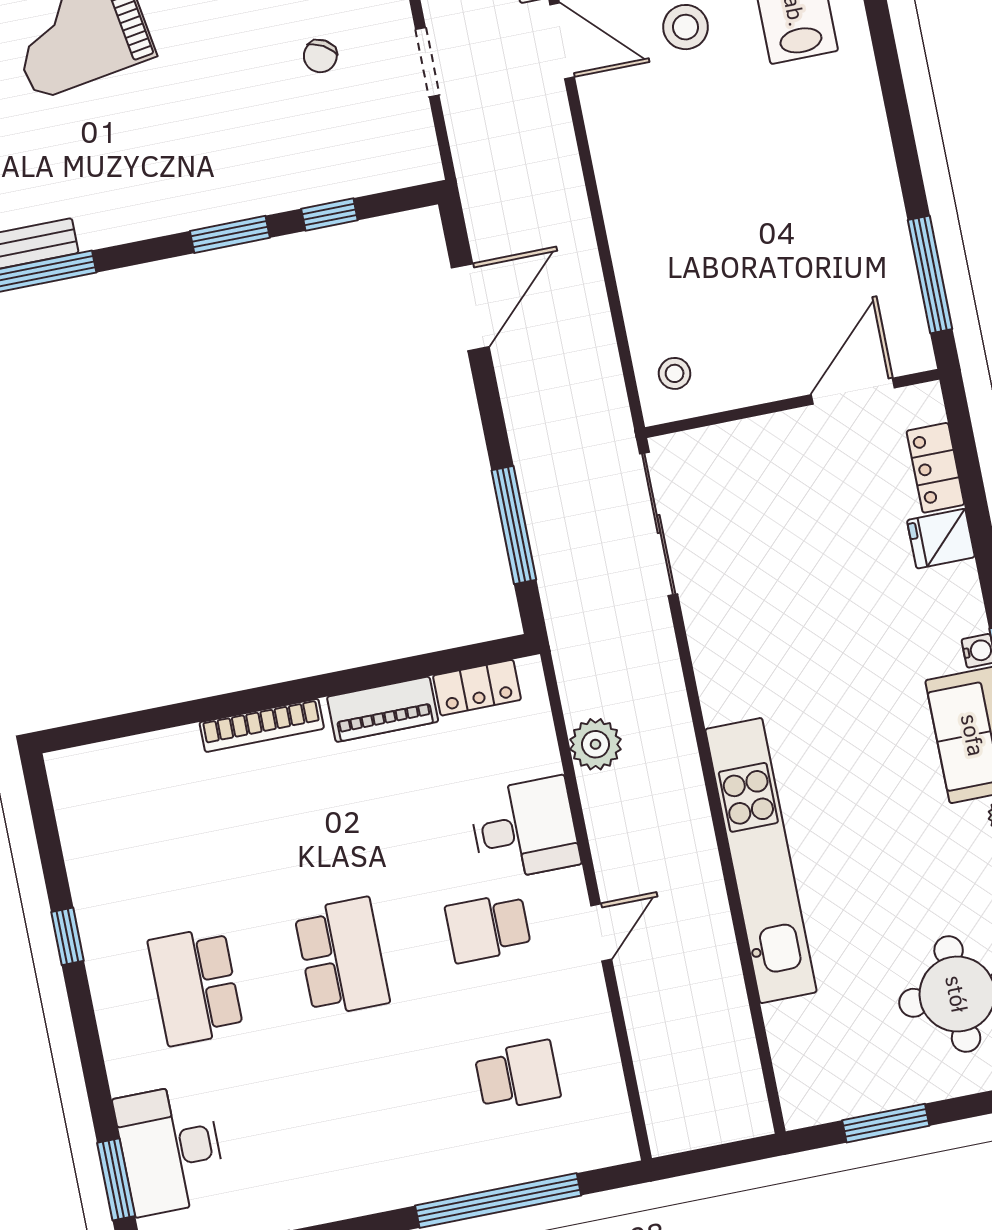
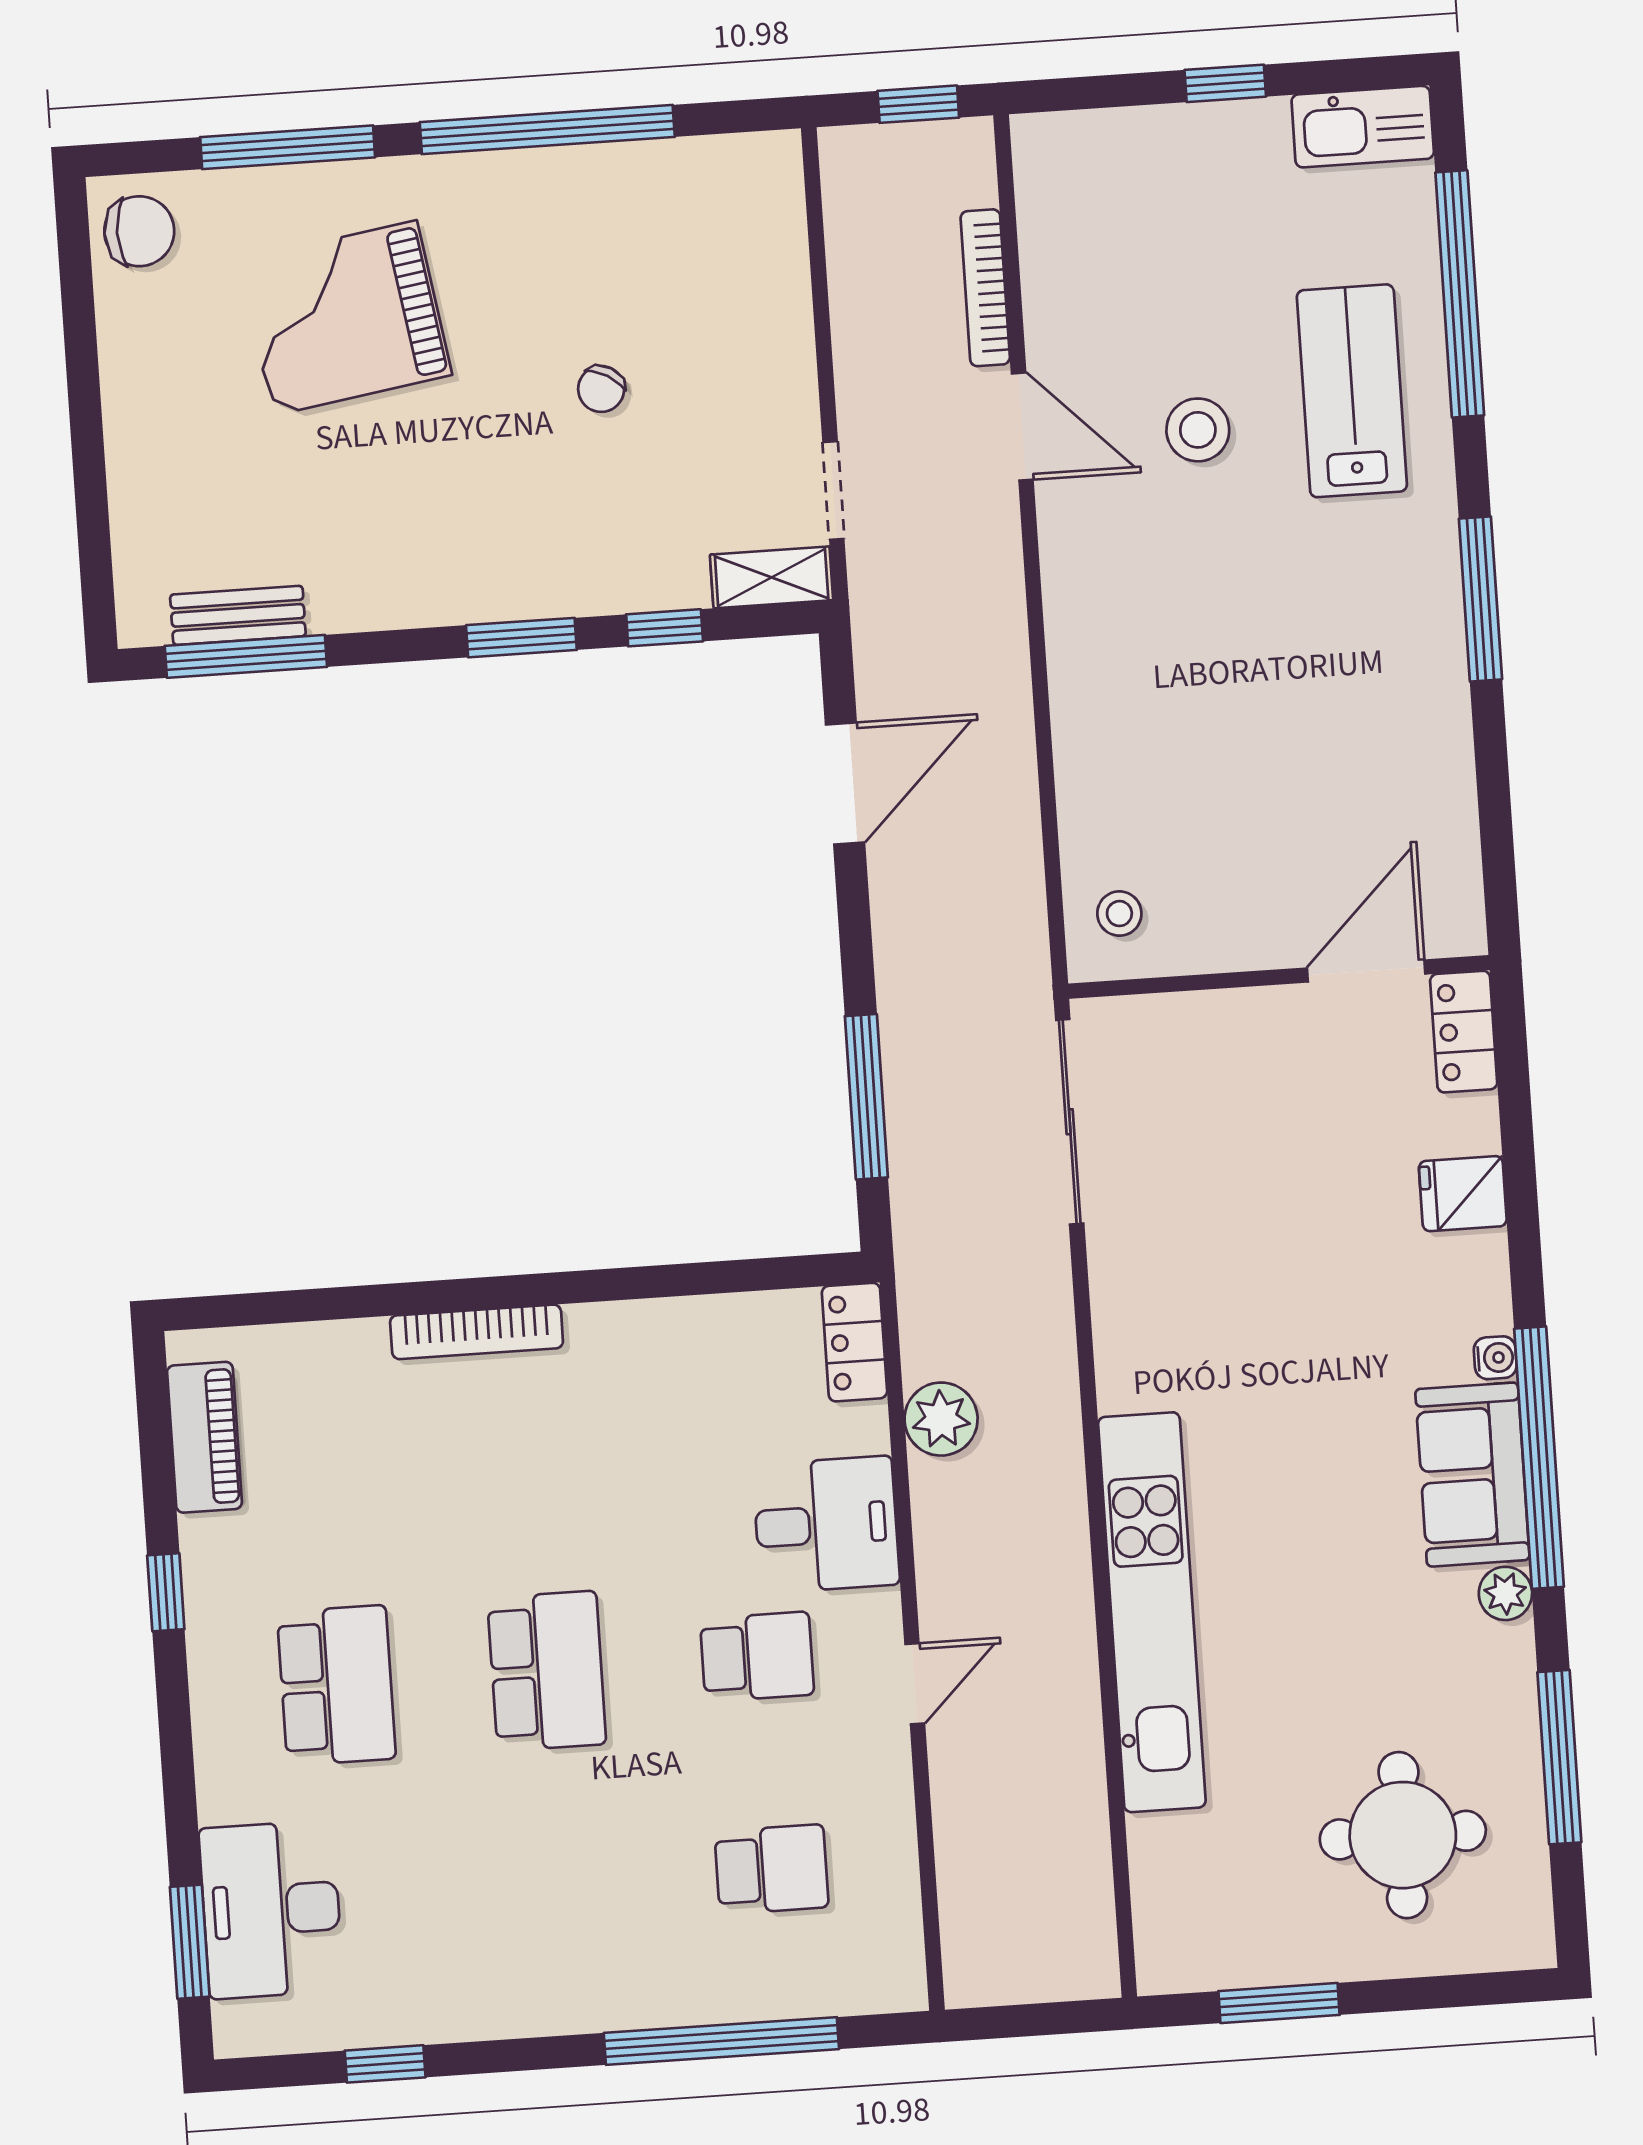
chair: (320, 56) -> (601, 389), moved
doorway: (427, 62) -> (833, 491), moved
shelving: (400, 169) -> (772, 577), added
window: (930, 275) -> (1480, 599), moved
locker: (935, 468) -> (1464, 1032), moved
locker: (477, 688) -> (854, 1342), moved, turned 90
piano: (383, 709) -> (204, 1437), moved, turned -90
school desk: (488, 928) -> (757, 1657), turned 180
school desk: (196, 986) -> (336, 1685), turned 180

